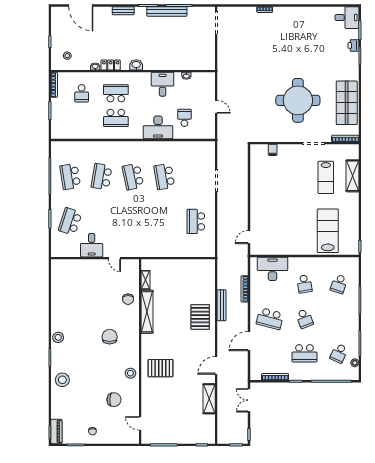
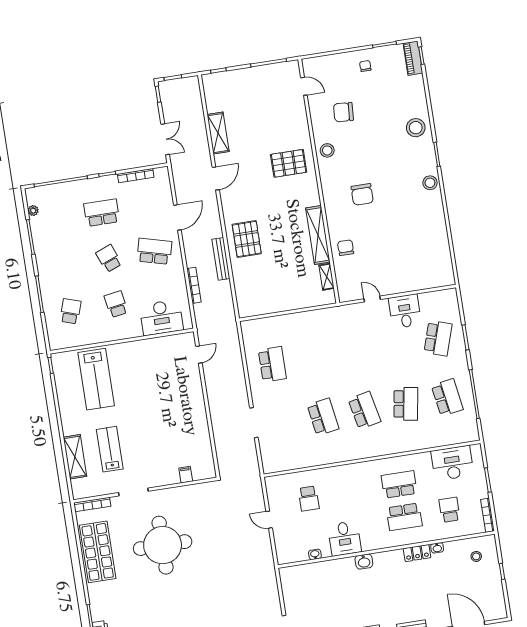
washbasin: (136, 65) -> (364, 562), moved
desk: (158, 127) -> (452, 463), moved
school desk: (339, 353) -> (56, 220), removed

